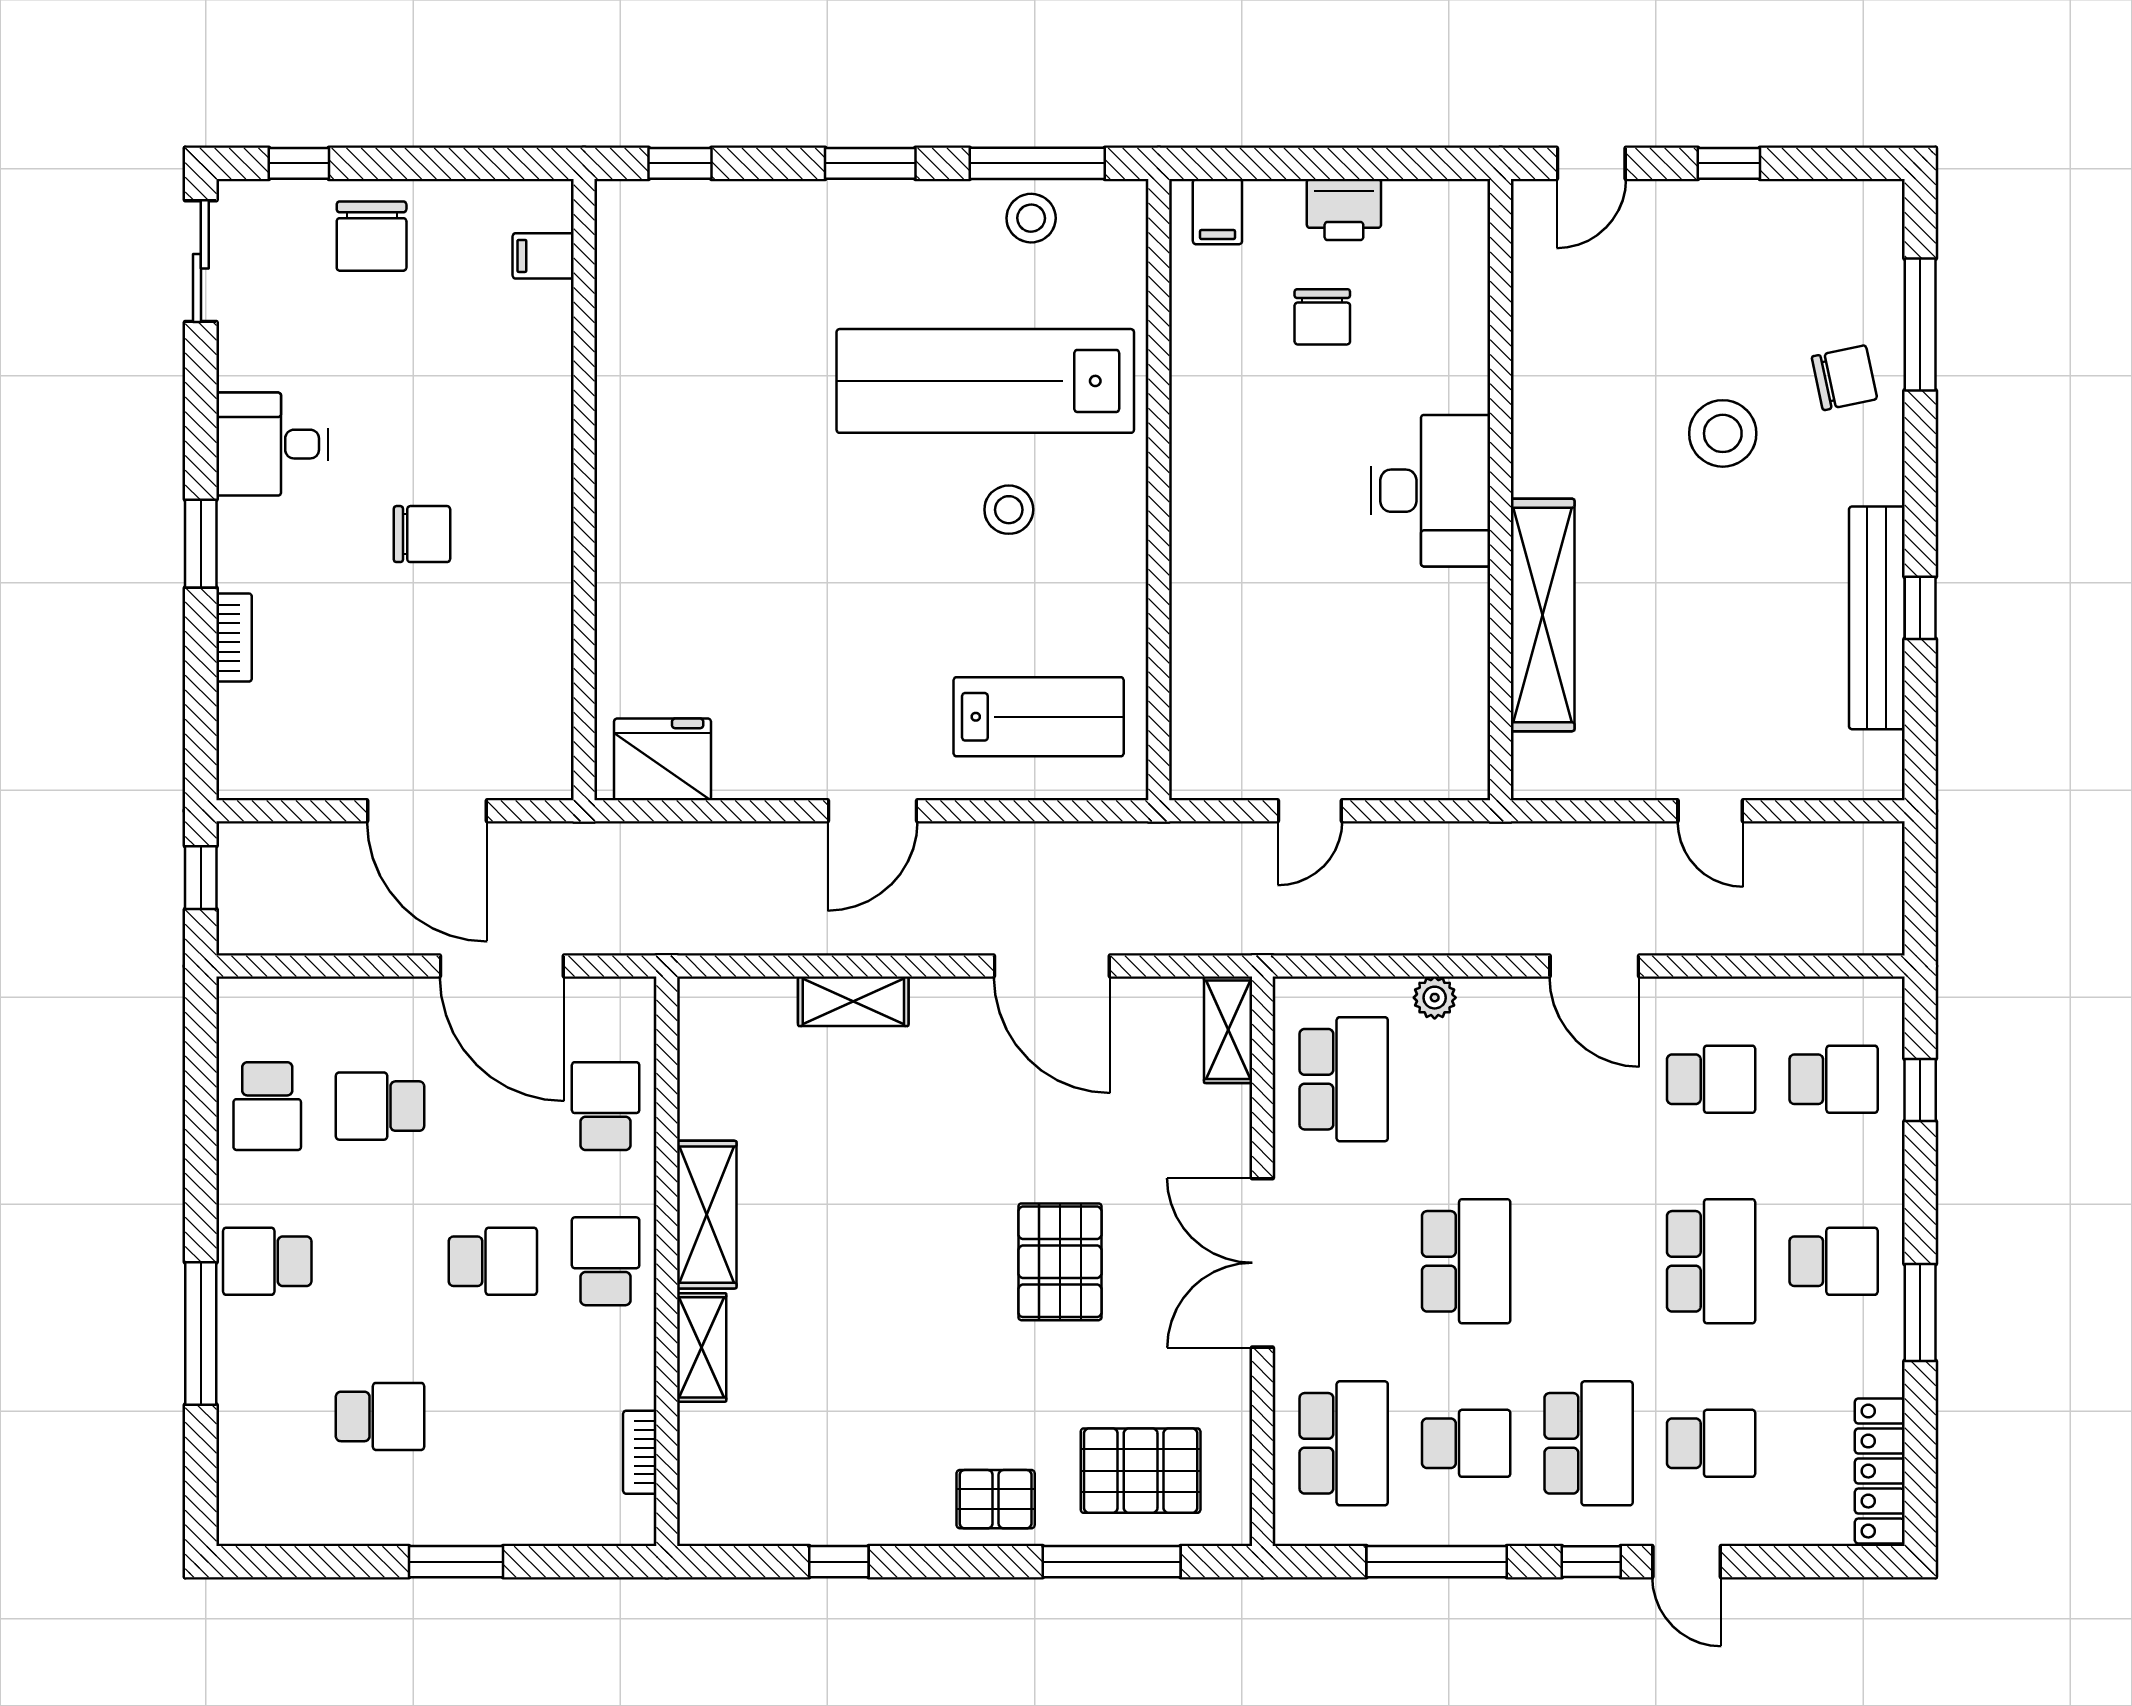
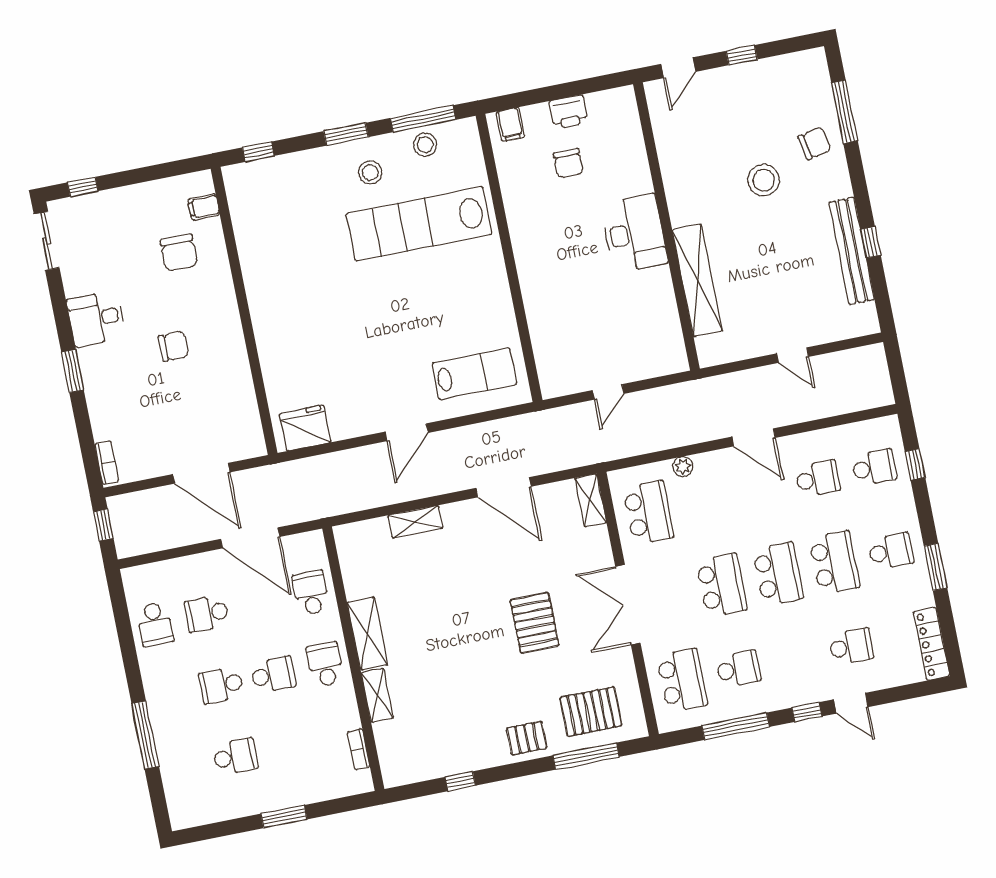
chair: (372, 236) -> (179, 253), moved
stool: (1009, 510) -> (370, 172), moved
bookcase: (234, 638) -> (107, 463), moved
school desk: (267, 1261) -> (221, 685), moved
school desk: (1589, 1443) -> (778, 574), moved

